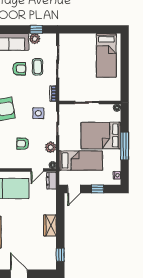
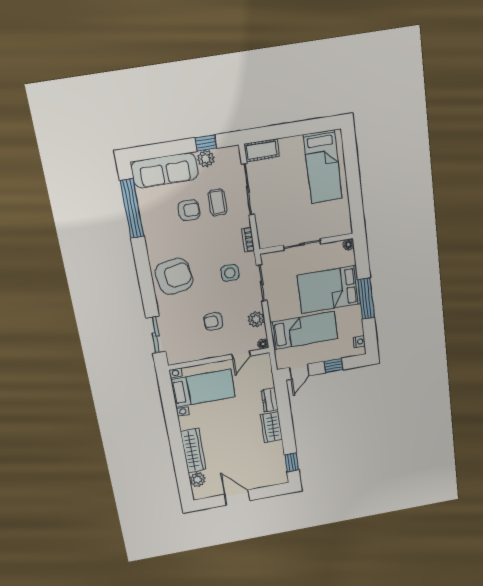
cot: (70, 39) -> (262, 150), added
dresser: (51, 181) -> (270, 400), moved

